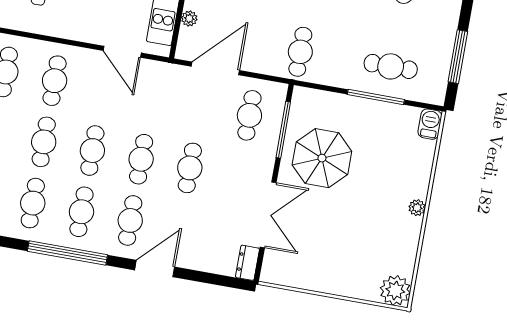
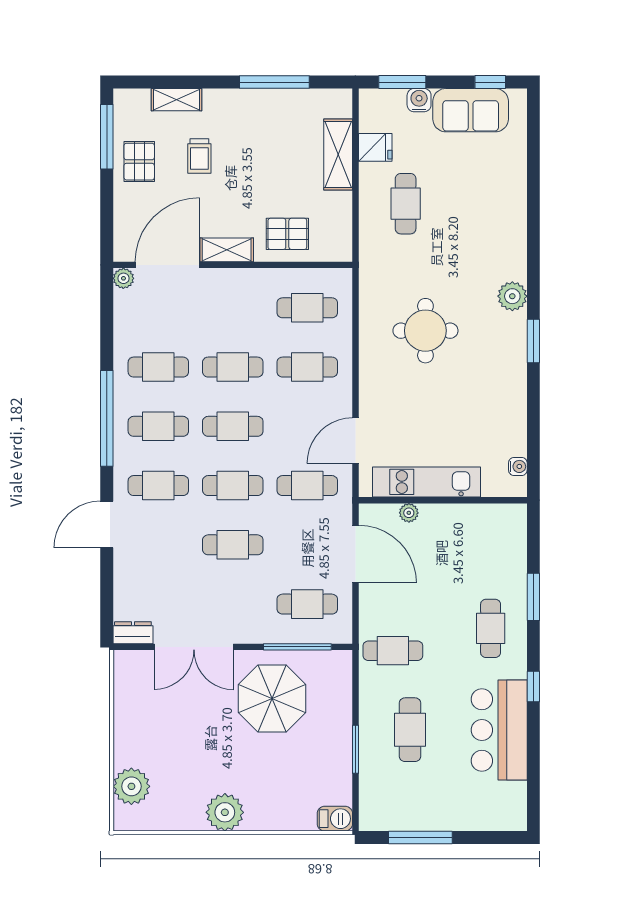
cafe table: (391, 66) -> (410, 730), moved
window: (376, 97) -> (355, 749), width x0.69
cafe table: (152, 98) -> (307, 486), added
plant: (417, 208) -> (225, 812), width x1.88, depth x1.88
door: (155, 268) -> (107, 524), swing flipped
plant: (395, 290) -> (131, 786), moved

